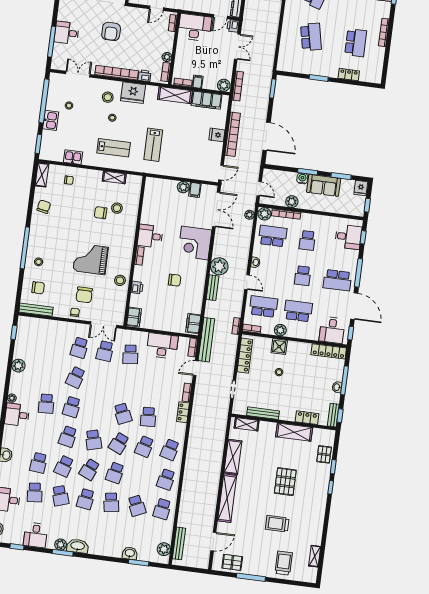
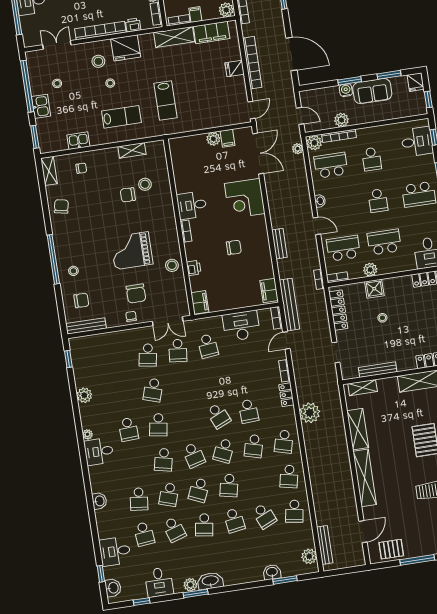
plant: (219, 266) -> (310, 413), moved

